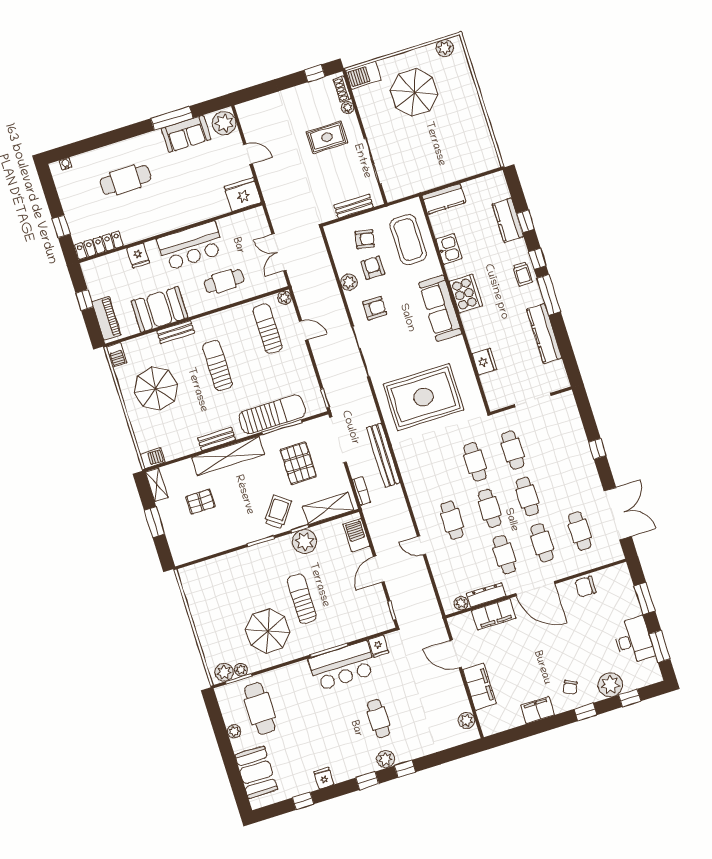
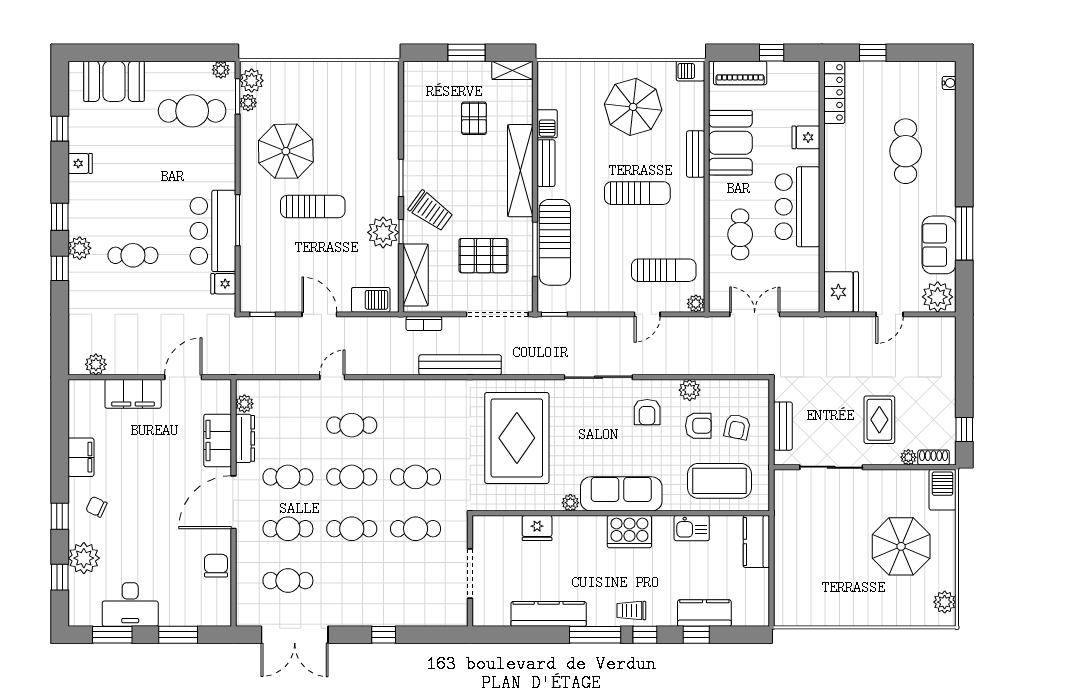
plant: (458, 343) -> (570, 503), added
barbecue: (152, 458) -> (547, 124), moved
plant: (234, 731) -> (221, 70), moved

